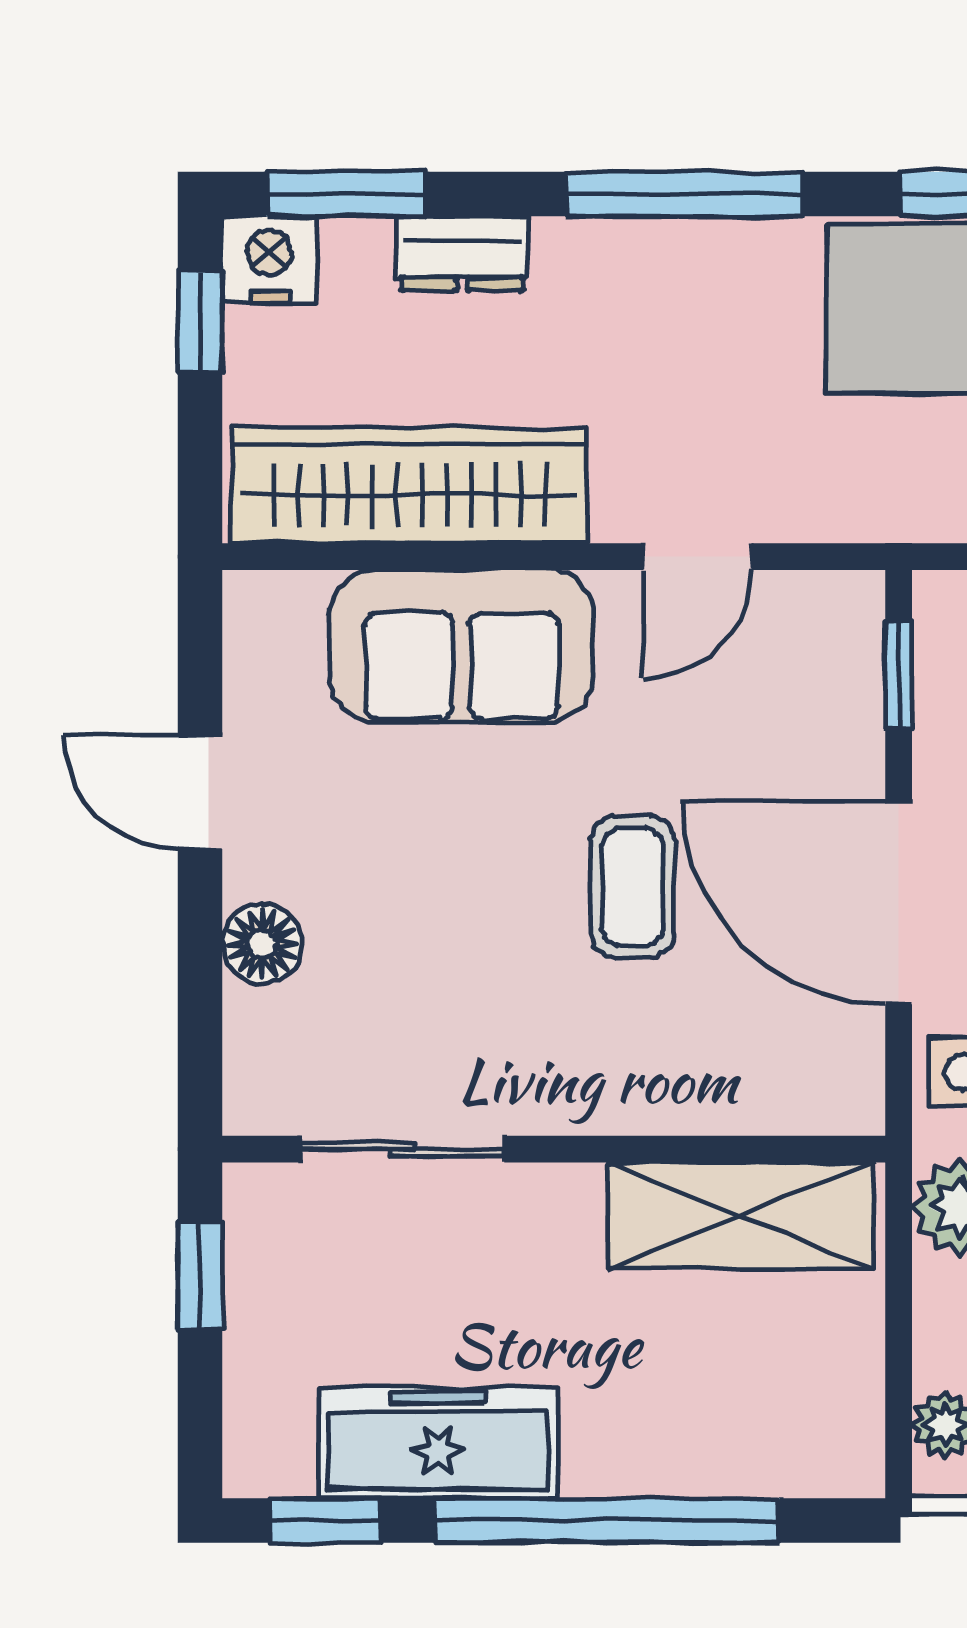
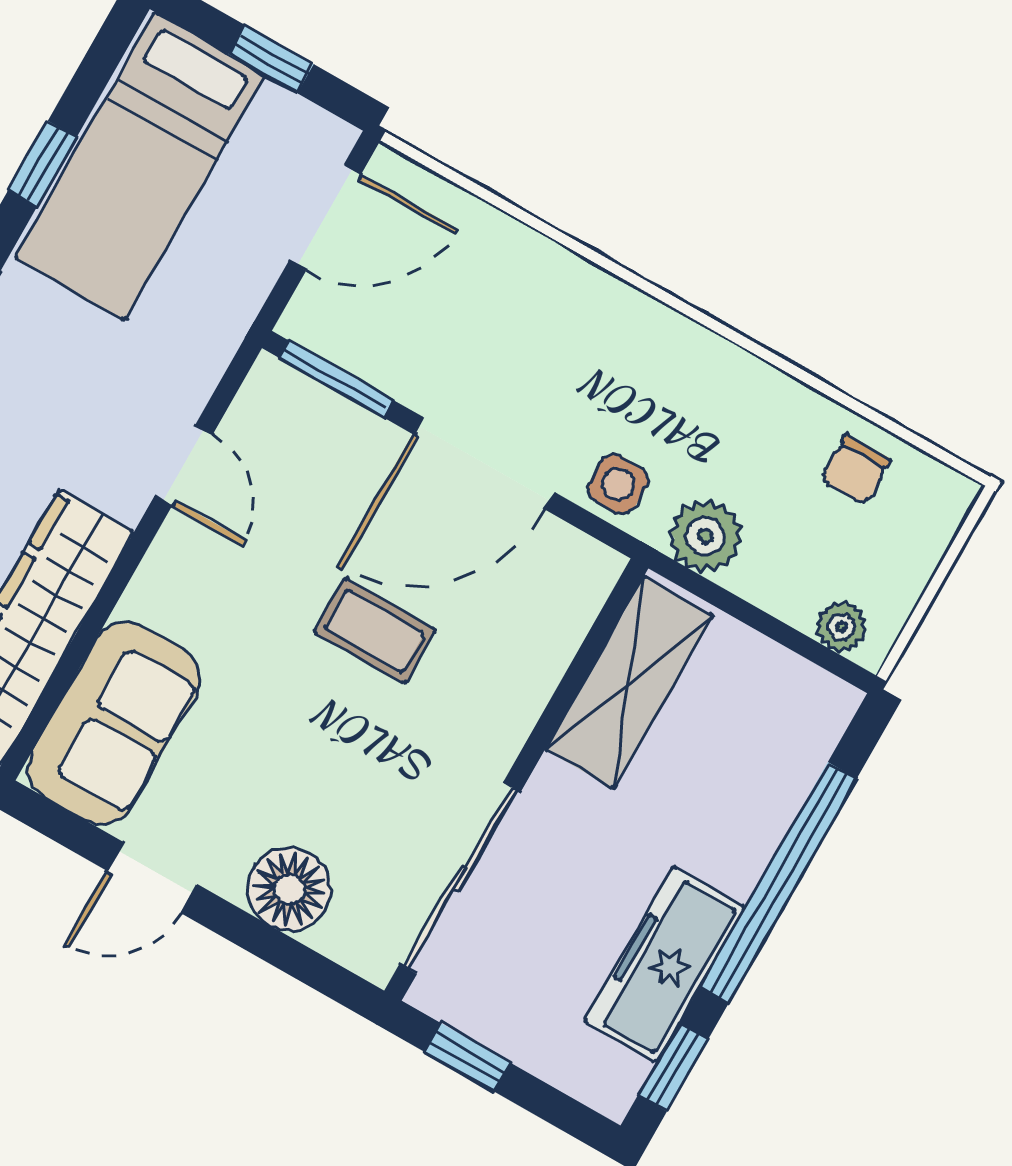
sofa: (461, 646) -> (114, 723), moved
window: (899, 676) -> (336, 379), width x1.50
floor lamp: (262, 944) -> (290, 889), width x1.38, depth x1.38
sliding door: (402, 1149) -> (460, 878), width x1.37

